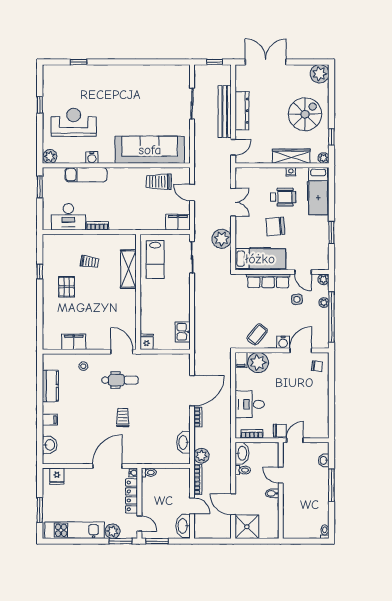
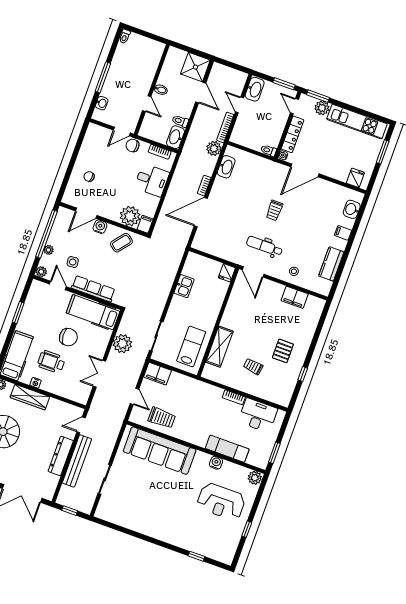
kitchen sink: (183, 332) -> (184, 286), moved
chair: (317, 366) -> (89, 177), moved

